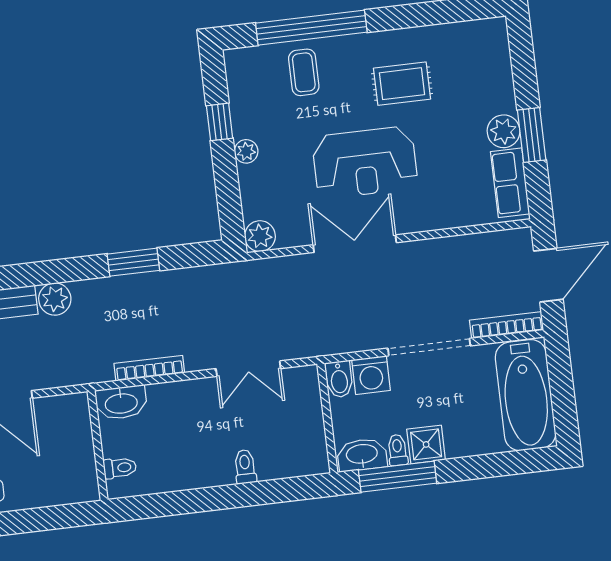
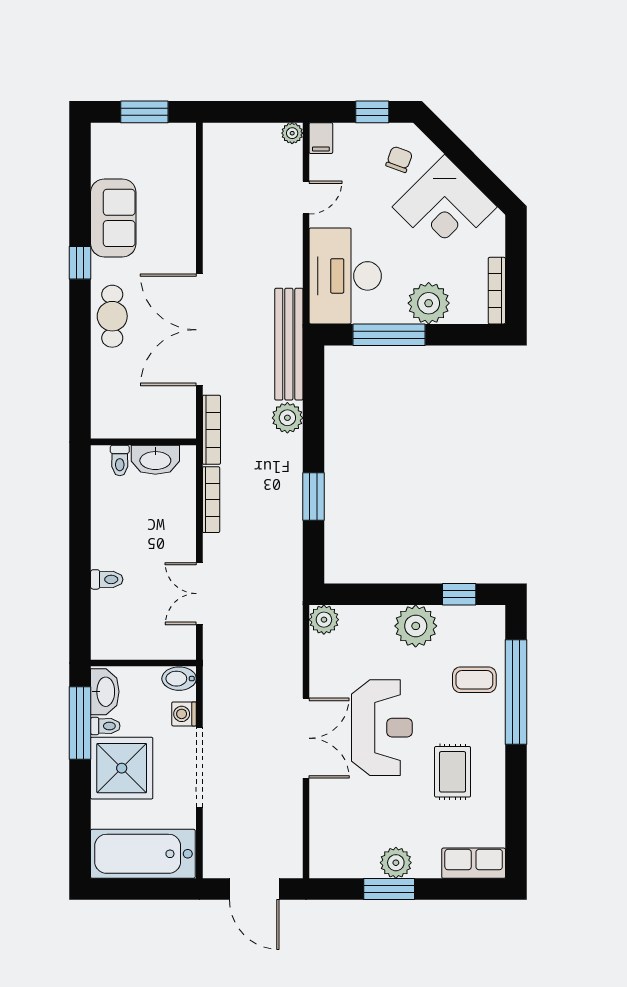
window: (220, 122) -> (459, 594), moved
plant: (246, 151) -> (416, 626), width x1.87, depth x1.87
reception desk: (365, 162) -> (382, 728), turned 180
row of seats: (510, 183) -> (474, 863), moved
double door: (355, 244) -> (306, 738), moved
bookcase: (507, 325) -> (211, 430), moved
washing machine: (371, 375) -> (184, 714), width x0.73, depth x0.73
washbasin: (121, 403) -> (155, 460), moved, turned -90
shower: (426, 444) -> (122, 768), width x1.86, depth x1.86

